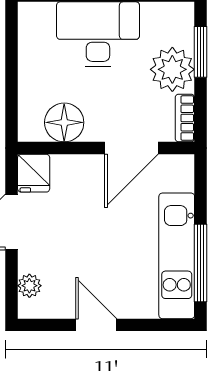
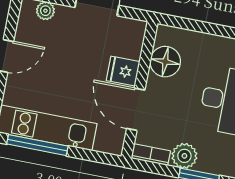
plant: (172, 69) -> (184, 156), width x0.73, depth x0.73
fridge: (34, 173) -> (123, 71), moved

